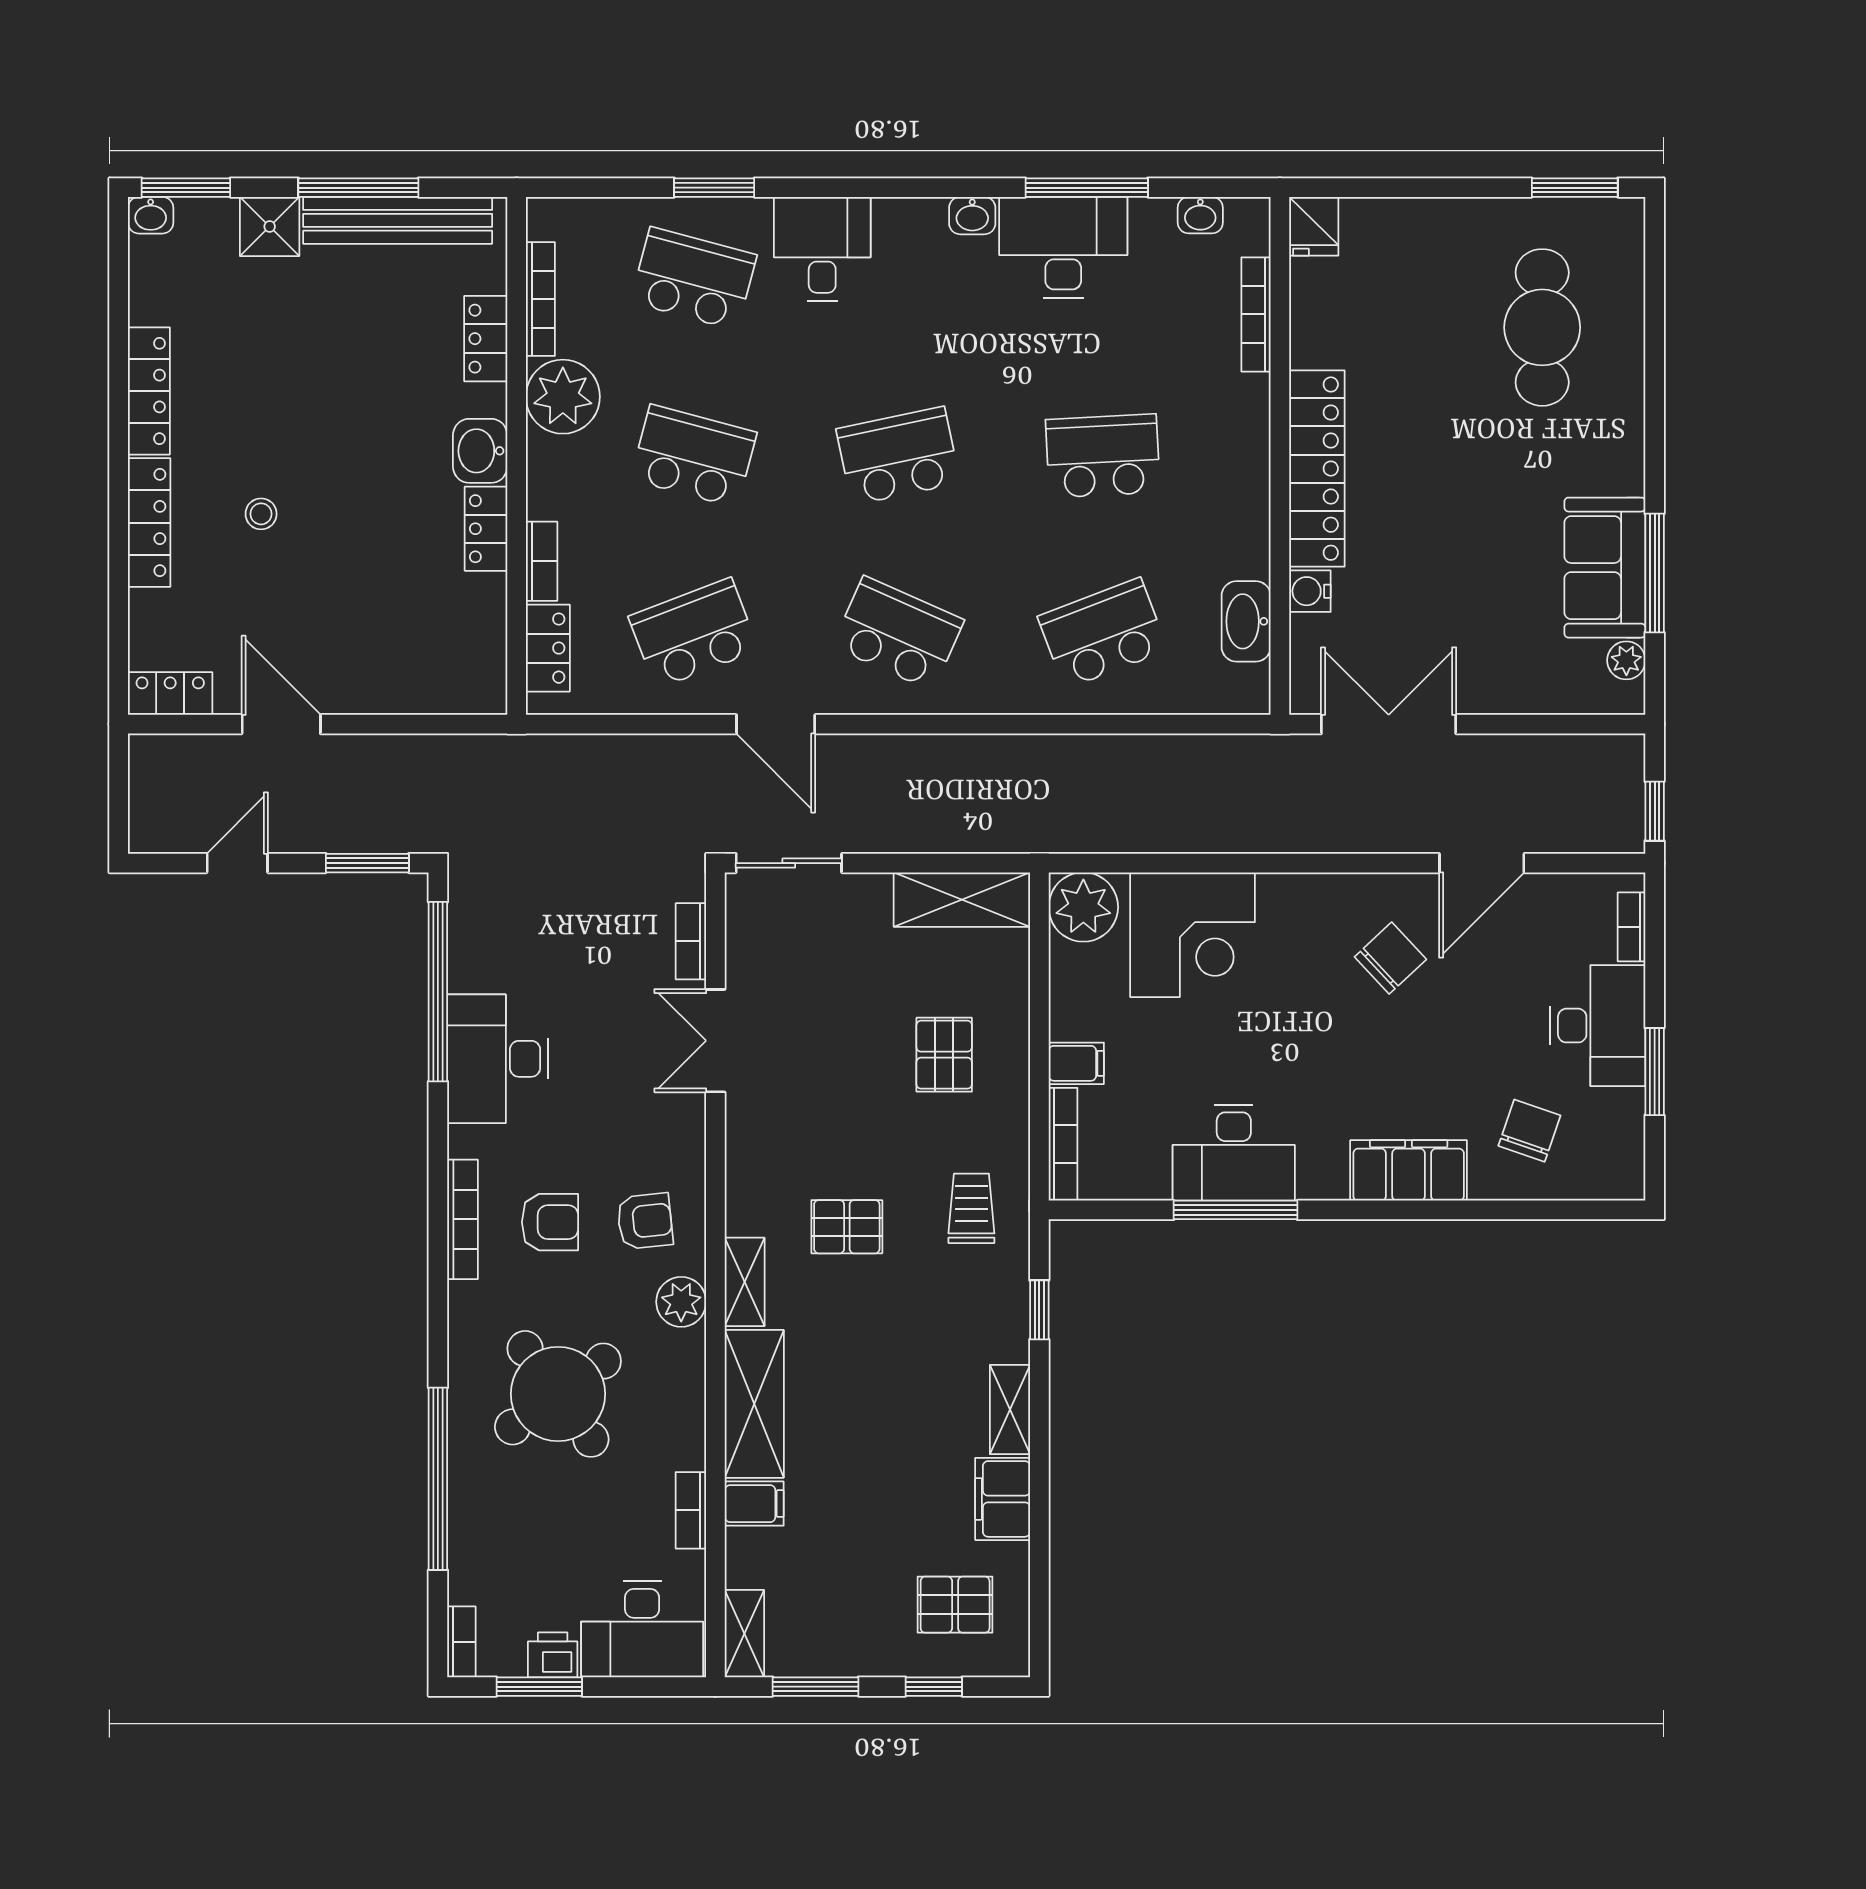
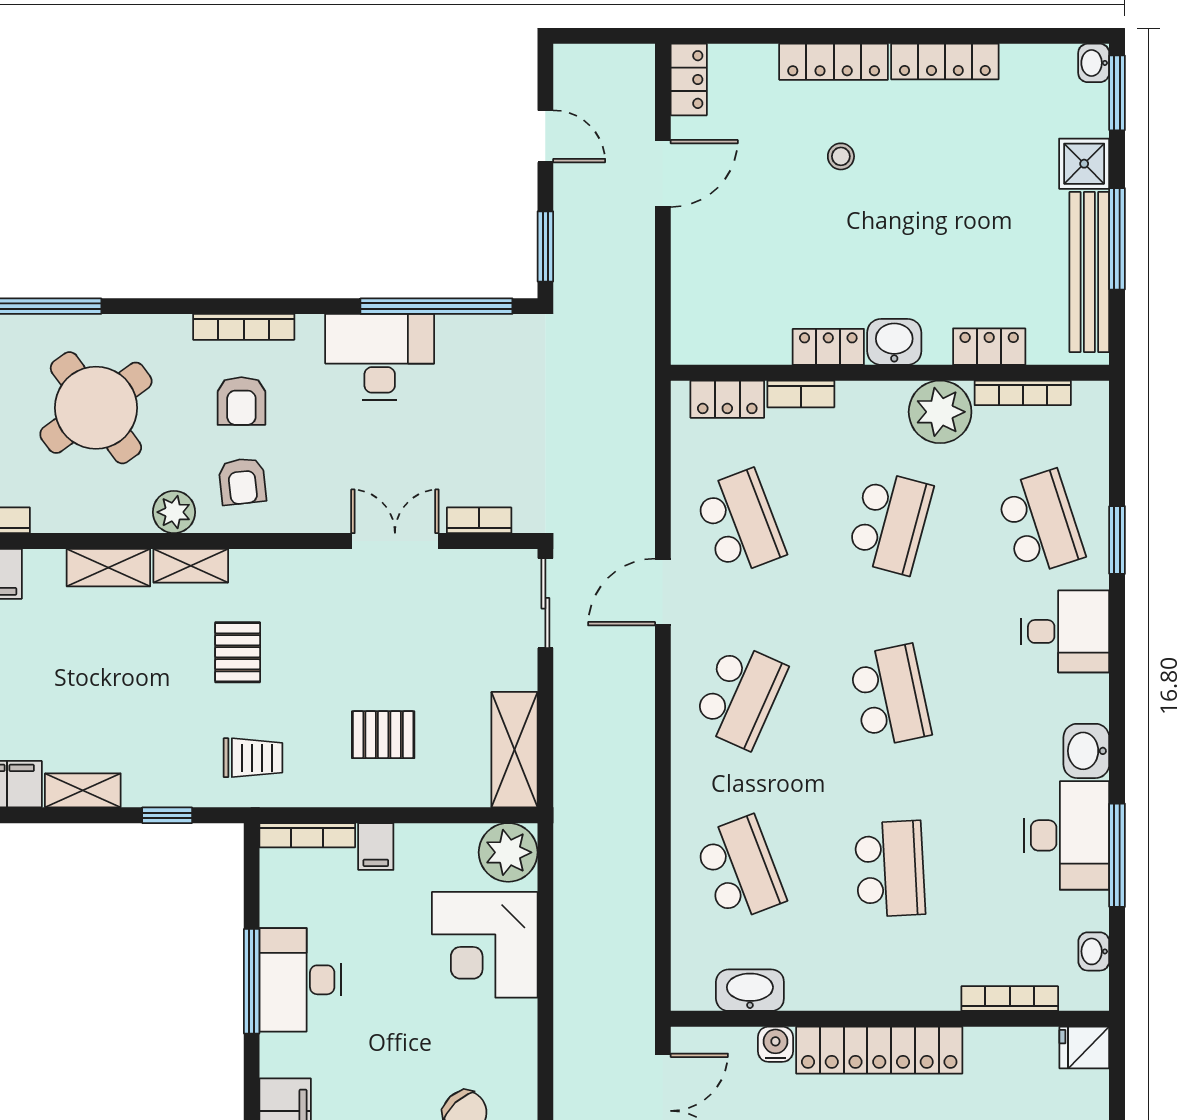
washbasin: (972, 216) -> (1086, 751), width x1.38, depth x1.45
school desk: (694, 279) -> (1040, 523), turned -33
shelving: (754, 1404) -> (108, 568), width x0.67, depth x0.75

